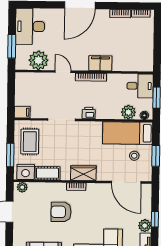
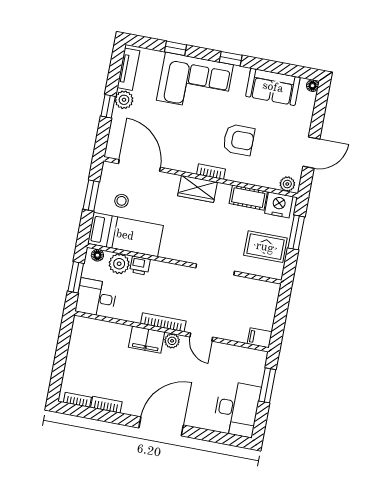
plant: (38, 60) -> (172, 341), moved, width x0.53, depth x0.53
filing cabinet: (22, 112) -> (260, 338), moved
printer: (89, 113) -> (140, 266), moved
rug: (30, 142) -> (265, 247), turned 90

